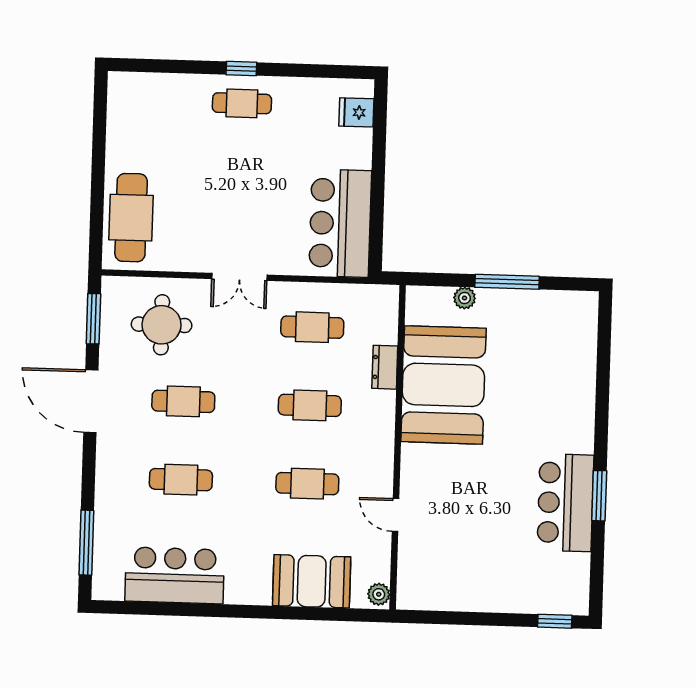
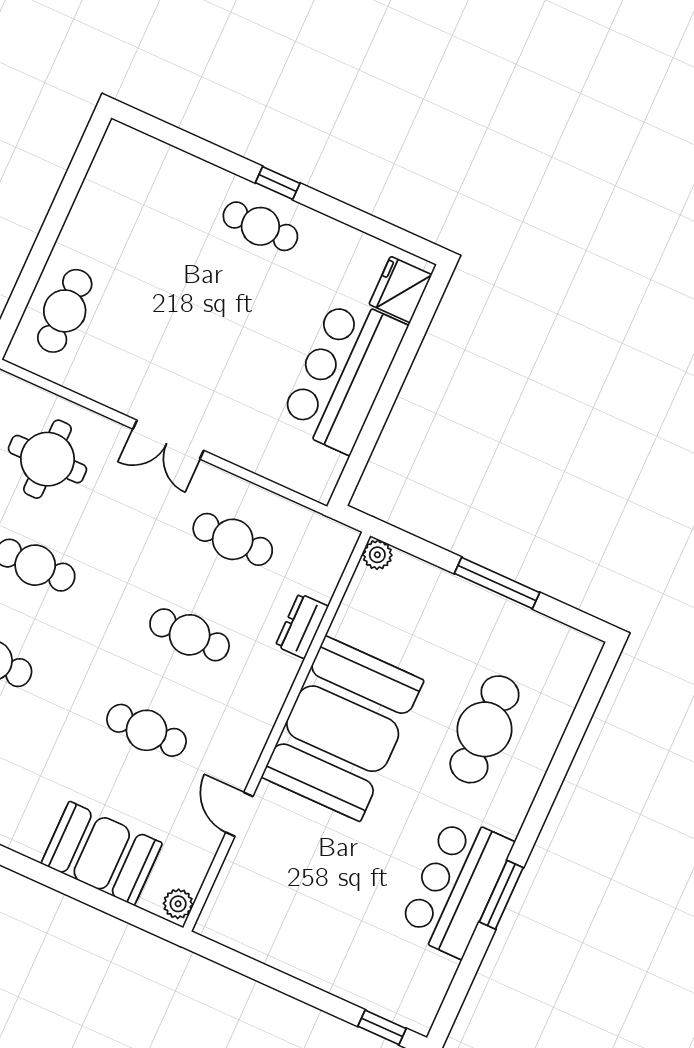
fridge: (356, 112) -> (400, 290), width x1.38
cafe table: (131, 218) -> (65, 311), width x0.73, depth x0.74
bar counter: (340, 223) -> (343, 375), moved
plant: (465, 298) -> (377, 555), moved
booth: (443, 385) -> (343, 729), moved
cafe table: (540, 386) -> (484, 729), added

